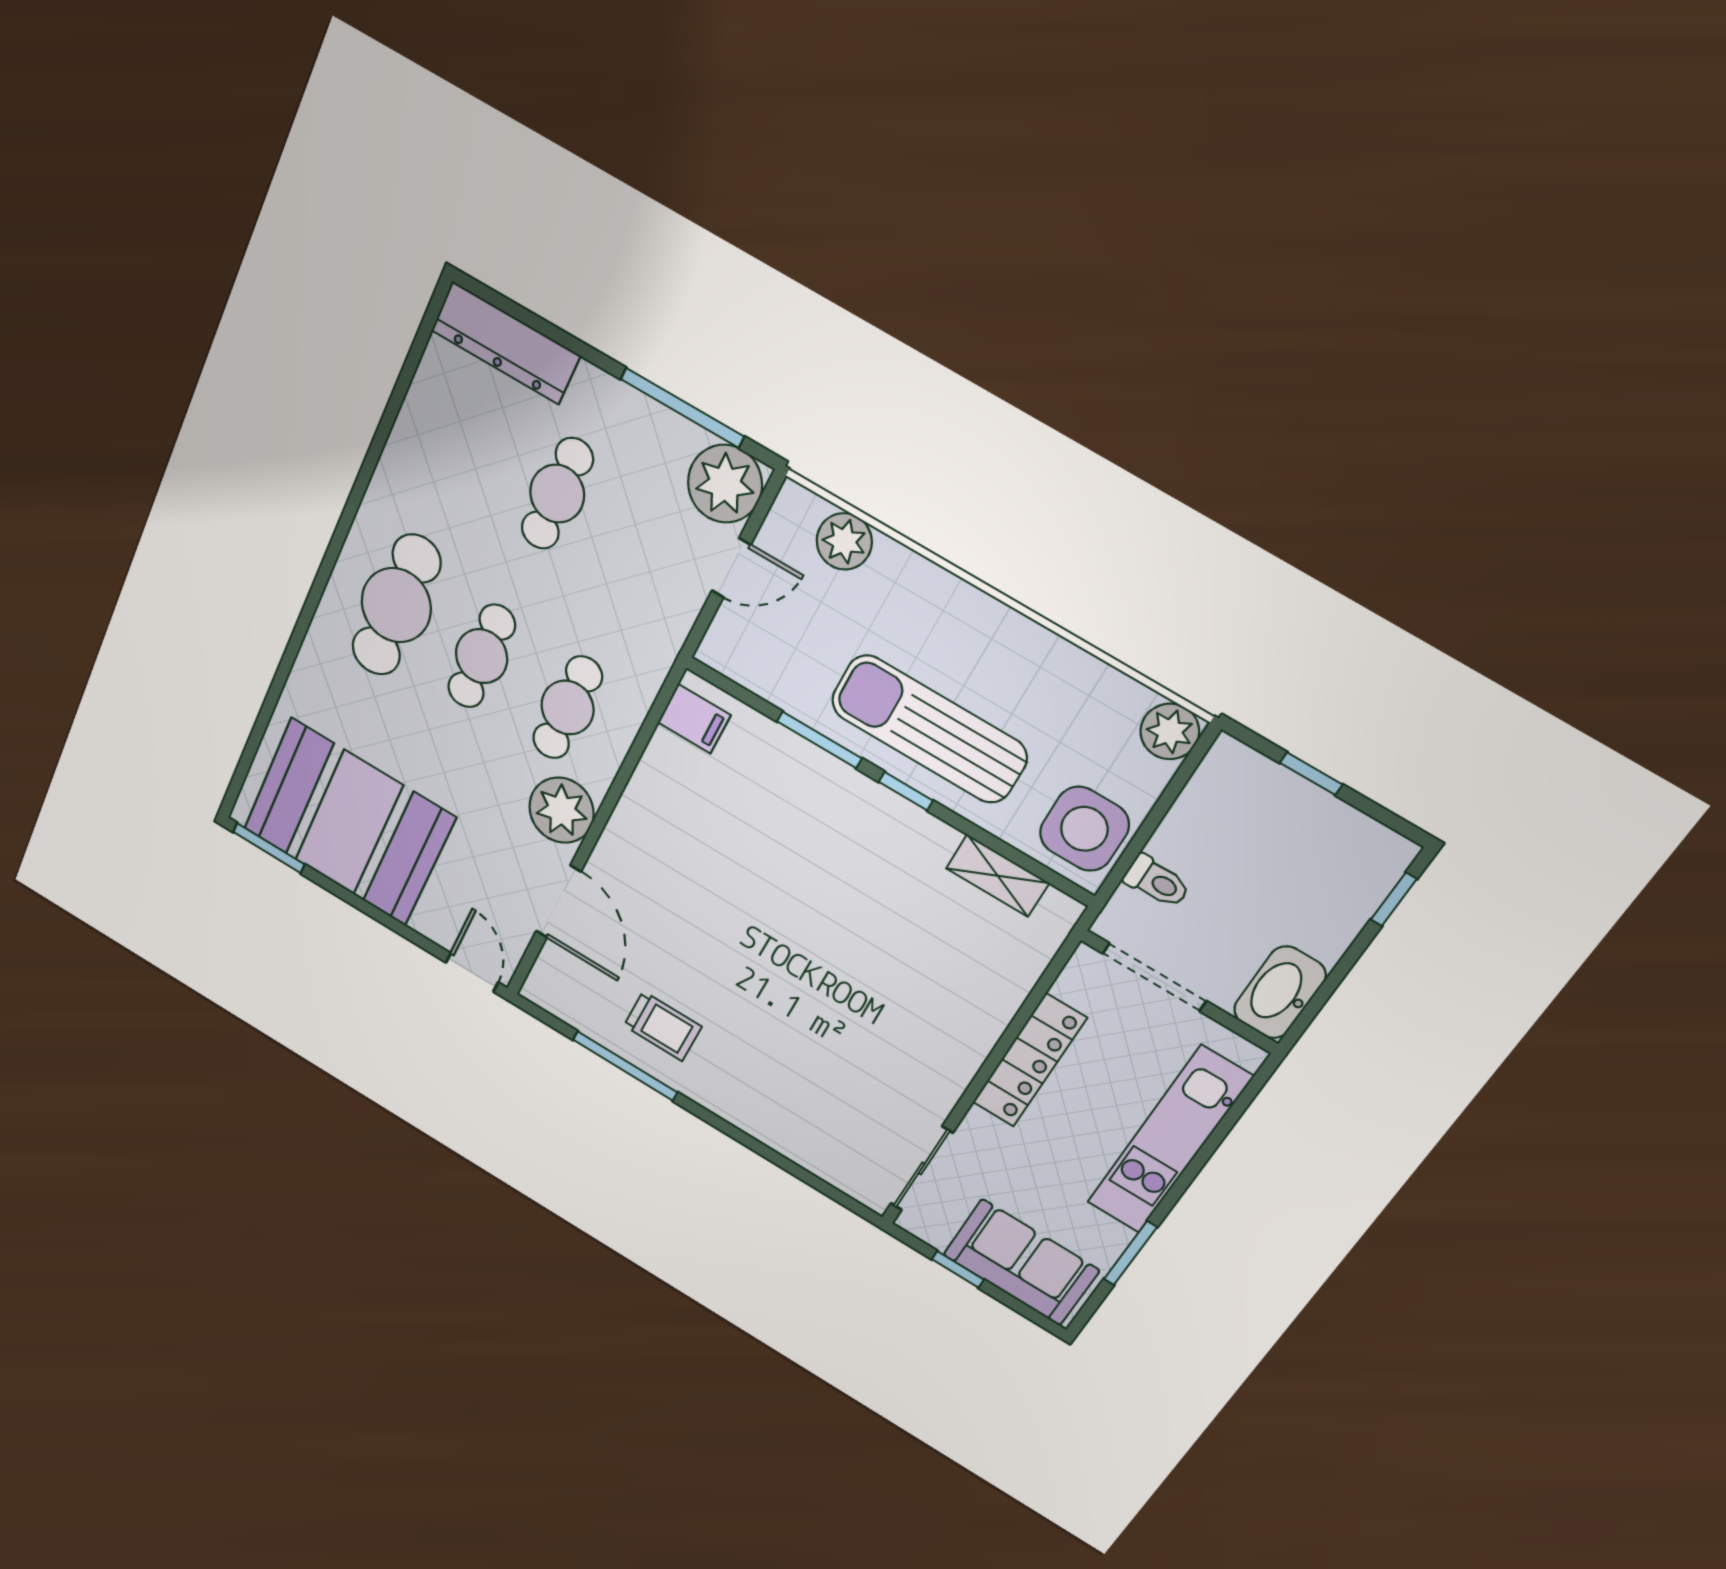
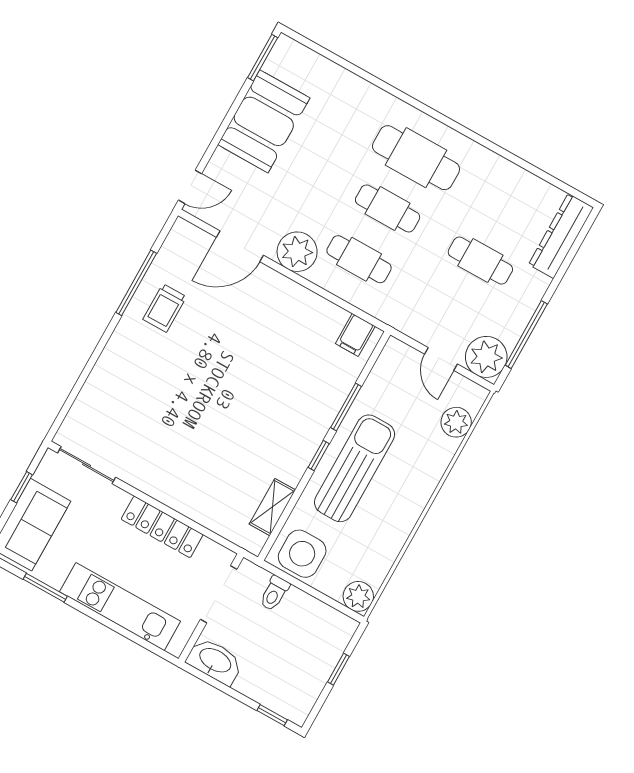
booth: (349, 823) -> (264, 121), width x0.73, depth x0.70

